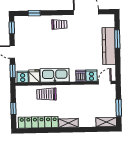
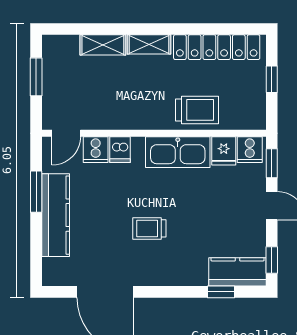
kitchen counter: (27, 22) -> (238, 272), added
trolley: (59, 24) -> (149, 228), moved
window: (117, 39) -> (36, 192), moved
shelving: (106, 122) -> (103, 45), moved

